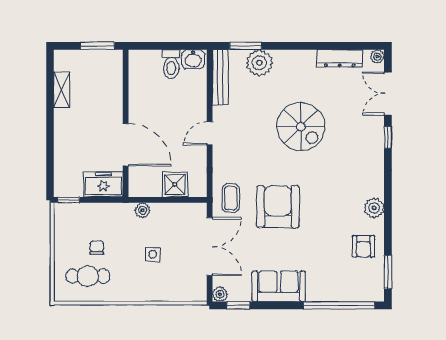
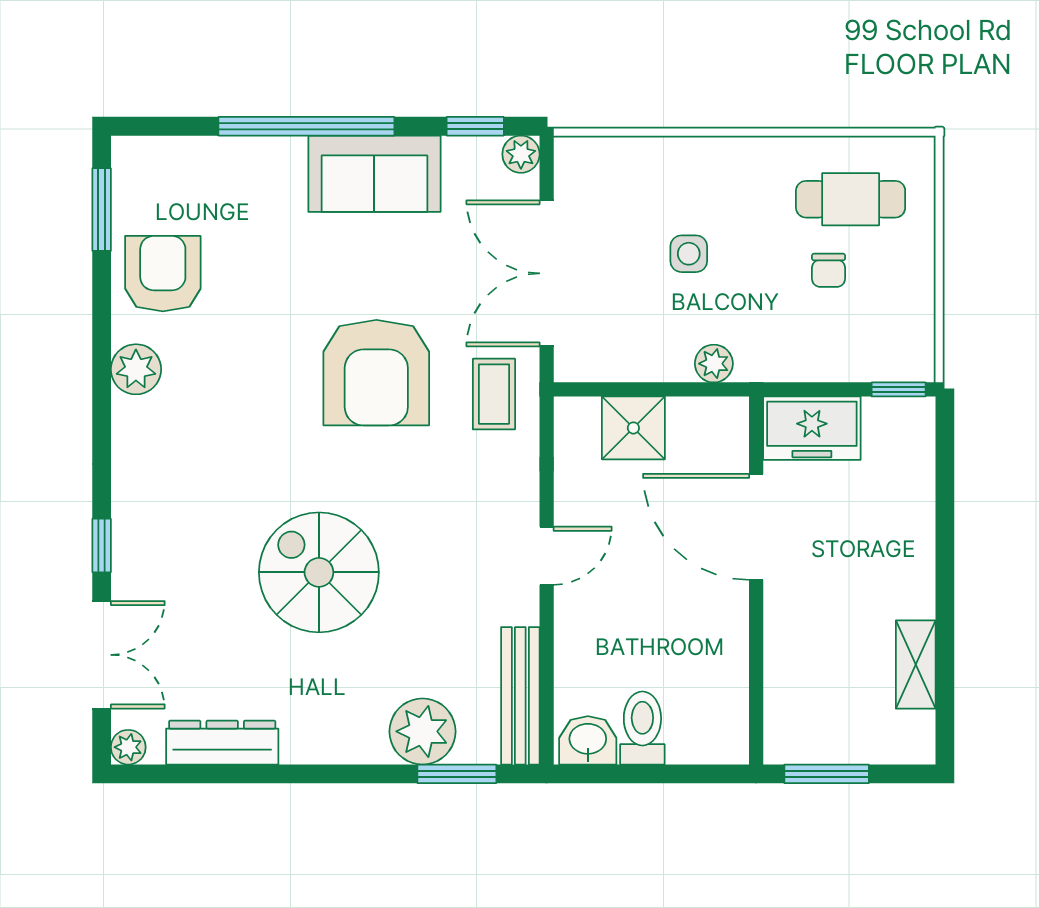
armchair: (363, 246) -> (163, 274), width x1.38, depth x1.38
window: (339, 305) -> (306, 126), moved

